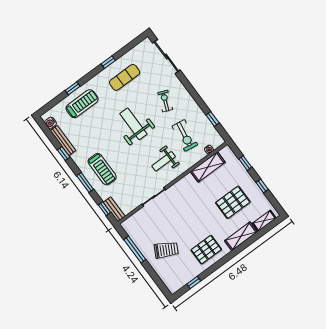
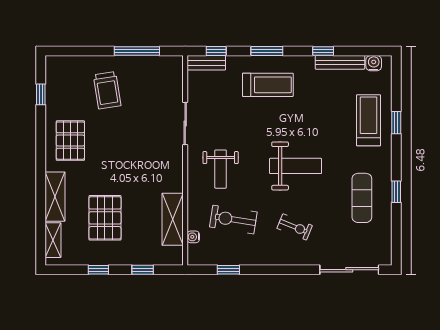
treadmill: (82, 104) -> (368, 120), turned 180
weight bench: (164, 161) -> (221, 169), turned 180
treadmill: (102, 169) -> (268, 85), turned 180
trolley: (166, 250) -> (107, 90), turned -37

